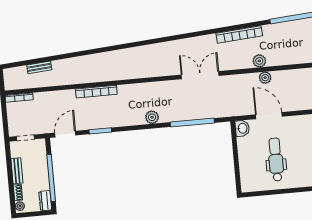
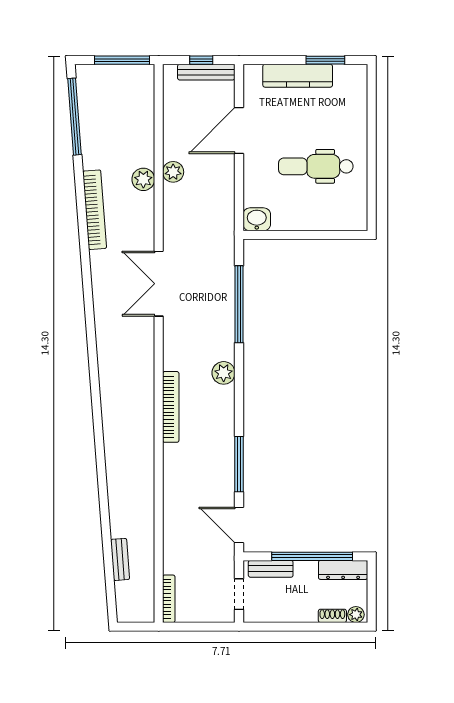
bookcase: (96, 92) -> (171, 407), moved
door: (269, 116) -> (239, 131), moved
window: (100, 131) -> (239, 464), width x1.44
bench: (17, 171) -> (271, 569), moved
dresser: (45, 201) -> (343, 570), width x1.44

